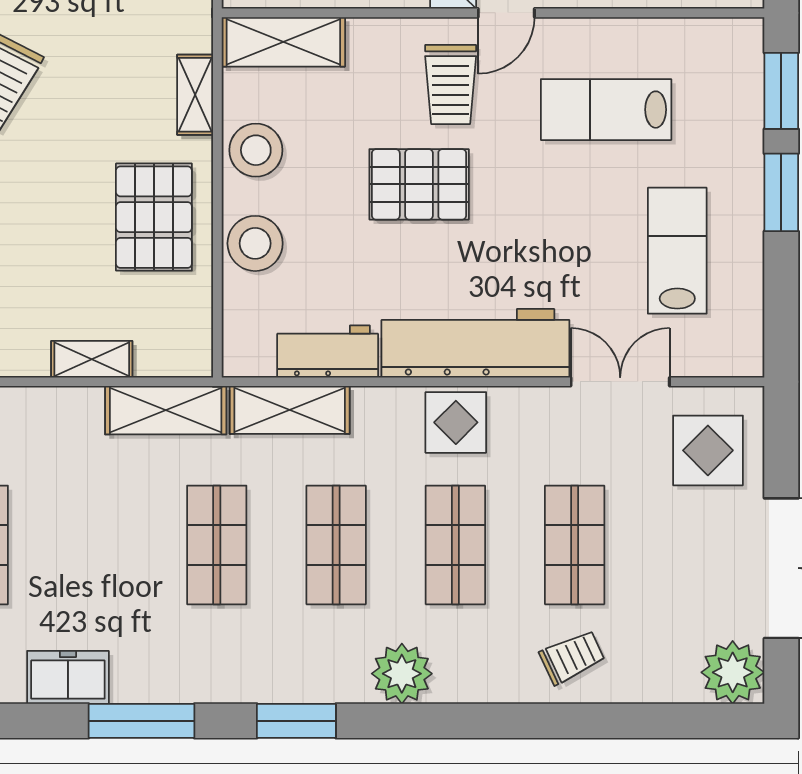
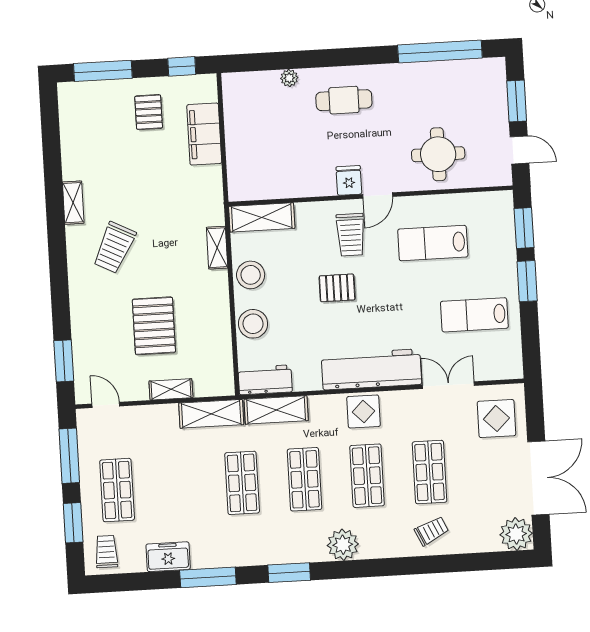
pallet: (419, 184) -> (337, 288), width x0.67, depth x0.71
pallet: (154, 217) -> (154, 326), moved
lab bench: (677, 251) -> (474, 315), turned -90
workbench: (328, 351) -> (265, 380), moved

